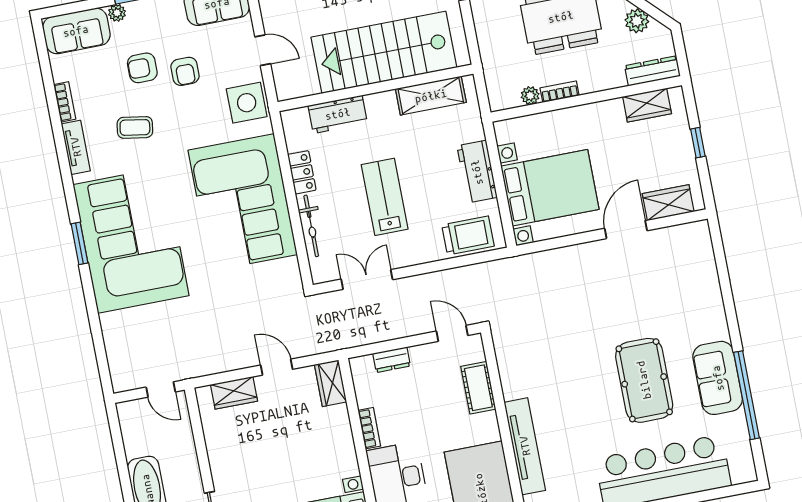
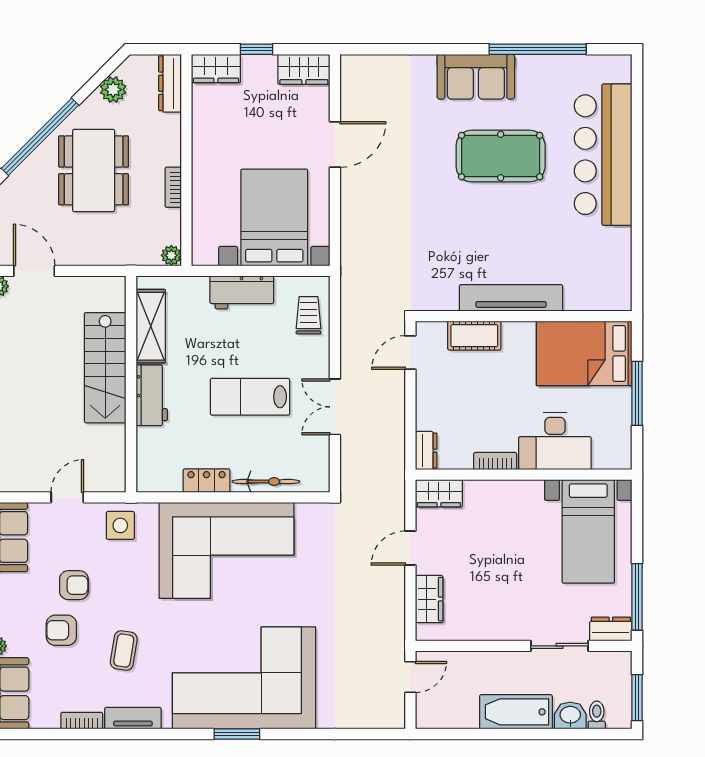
stairs: (384, 52) -> (105, 368), width x0.73, depth x0.66
armchair: (142, 68) -> (61, 630), turned 90
plant: (530, 96) -> (171, 255), moved
side table: (247, 103) -> (120, 525), width x0.73, depth x0.73
wardrobe: (647, 105) -> (216, 69), moved, turned 90
workbench: (338, 114) -> (152, 395), moved
wardrobe: (668, 203) -> (304, 69), moved, turned -90
door: (626, 230) -> (335, 145), swing flipped
trolley: (468, 235) -> (309, 315), width x0.73, depth x0.72
double door: (367, 279) -> (335, 407), moved
dresser: (392, 360) -> (426, 451), moved
sofa: (718, 378) -> (476, 77), moved
tv unit: (525, 446) -> (511, 298), moved

